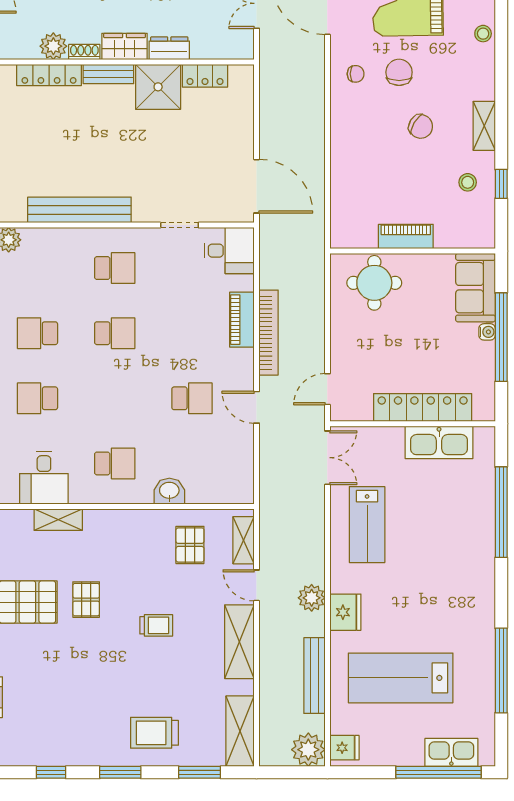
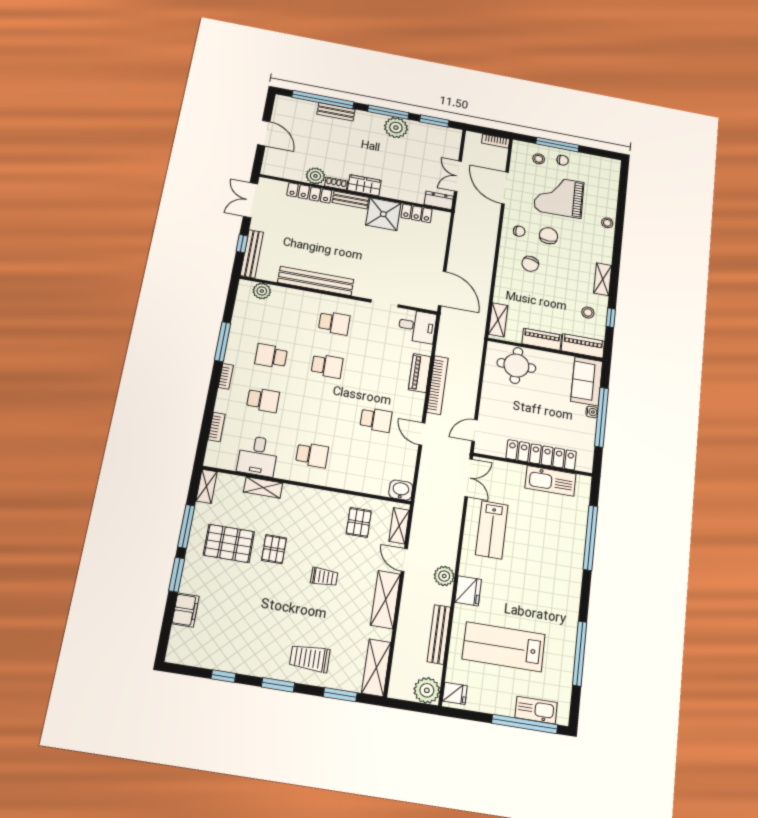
dresser: (169, 48) -> (439, 200), moved
chair: (421, 126) -> (530, 264), moved, turned 73
shelving: (341, 219) -> (498, 320), added
piano: (465, 235) -> (583, 346), added
school desk: (37, 398) -> (263, 400), turned 180
washbasin: (169, 491) -> (401, 490), moved

